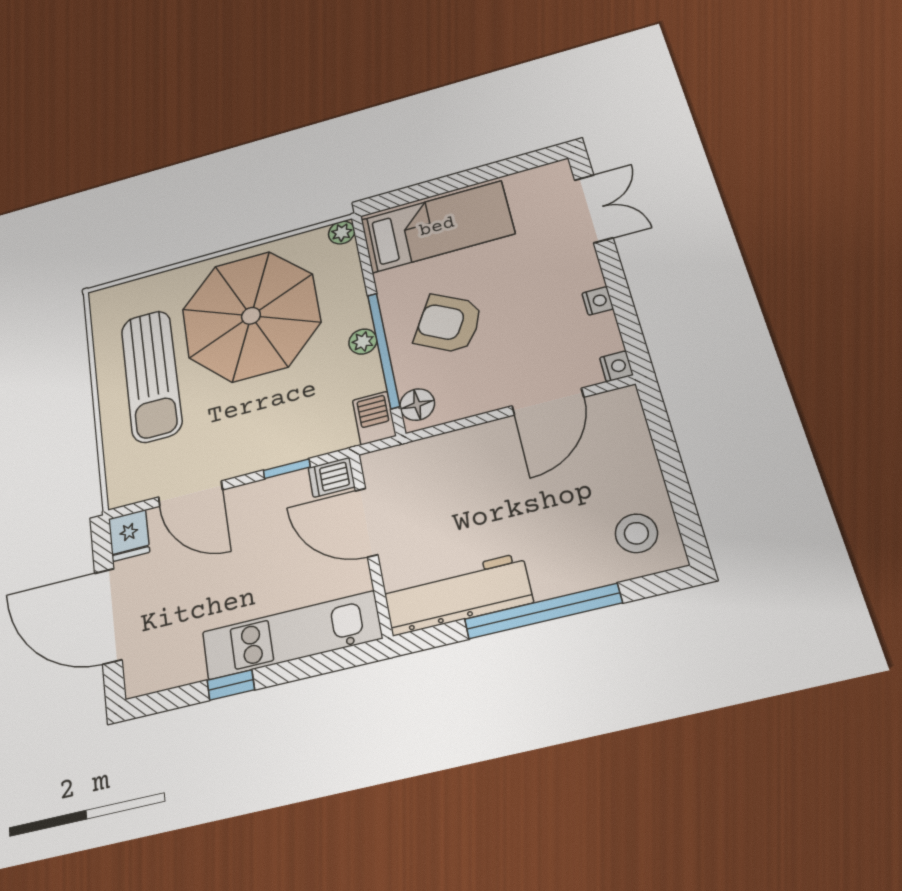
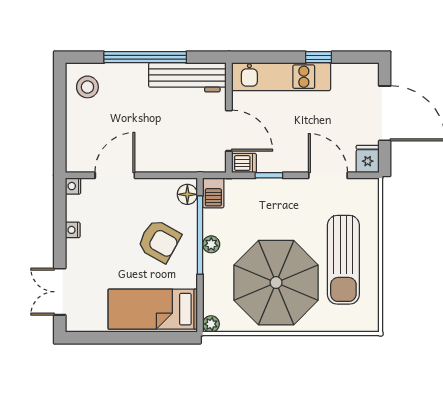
sun lounger: (151, 376) -> (343, 260), turned 180

